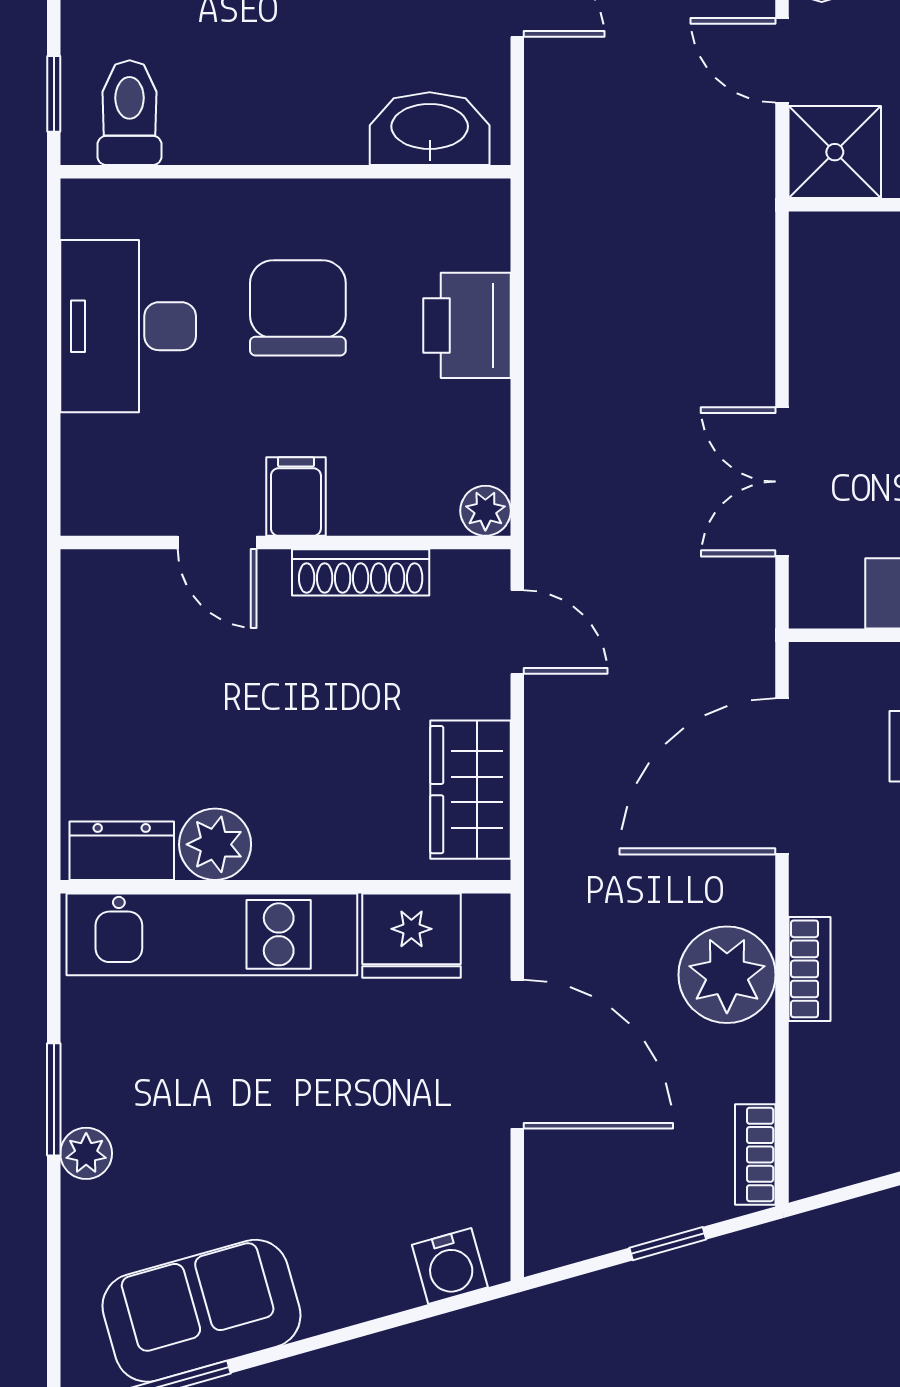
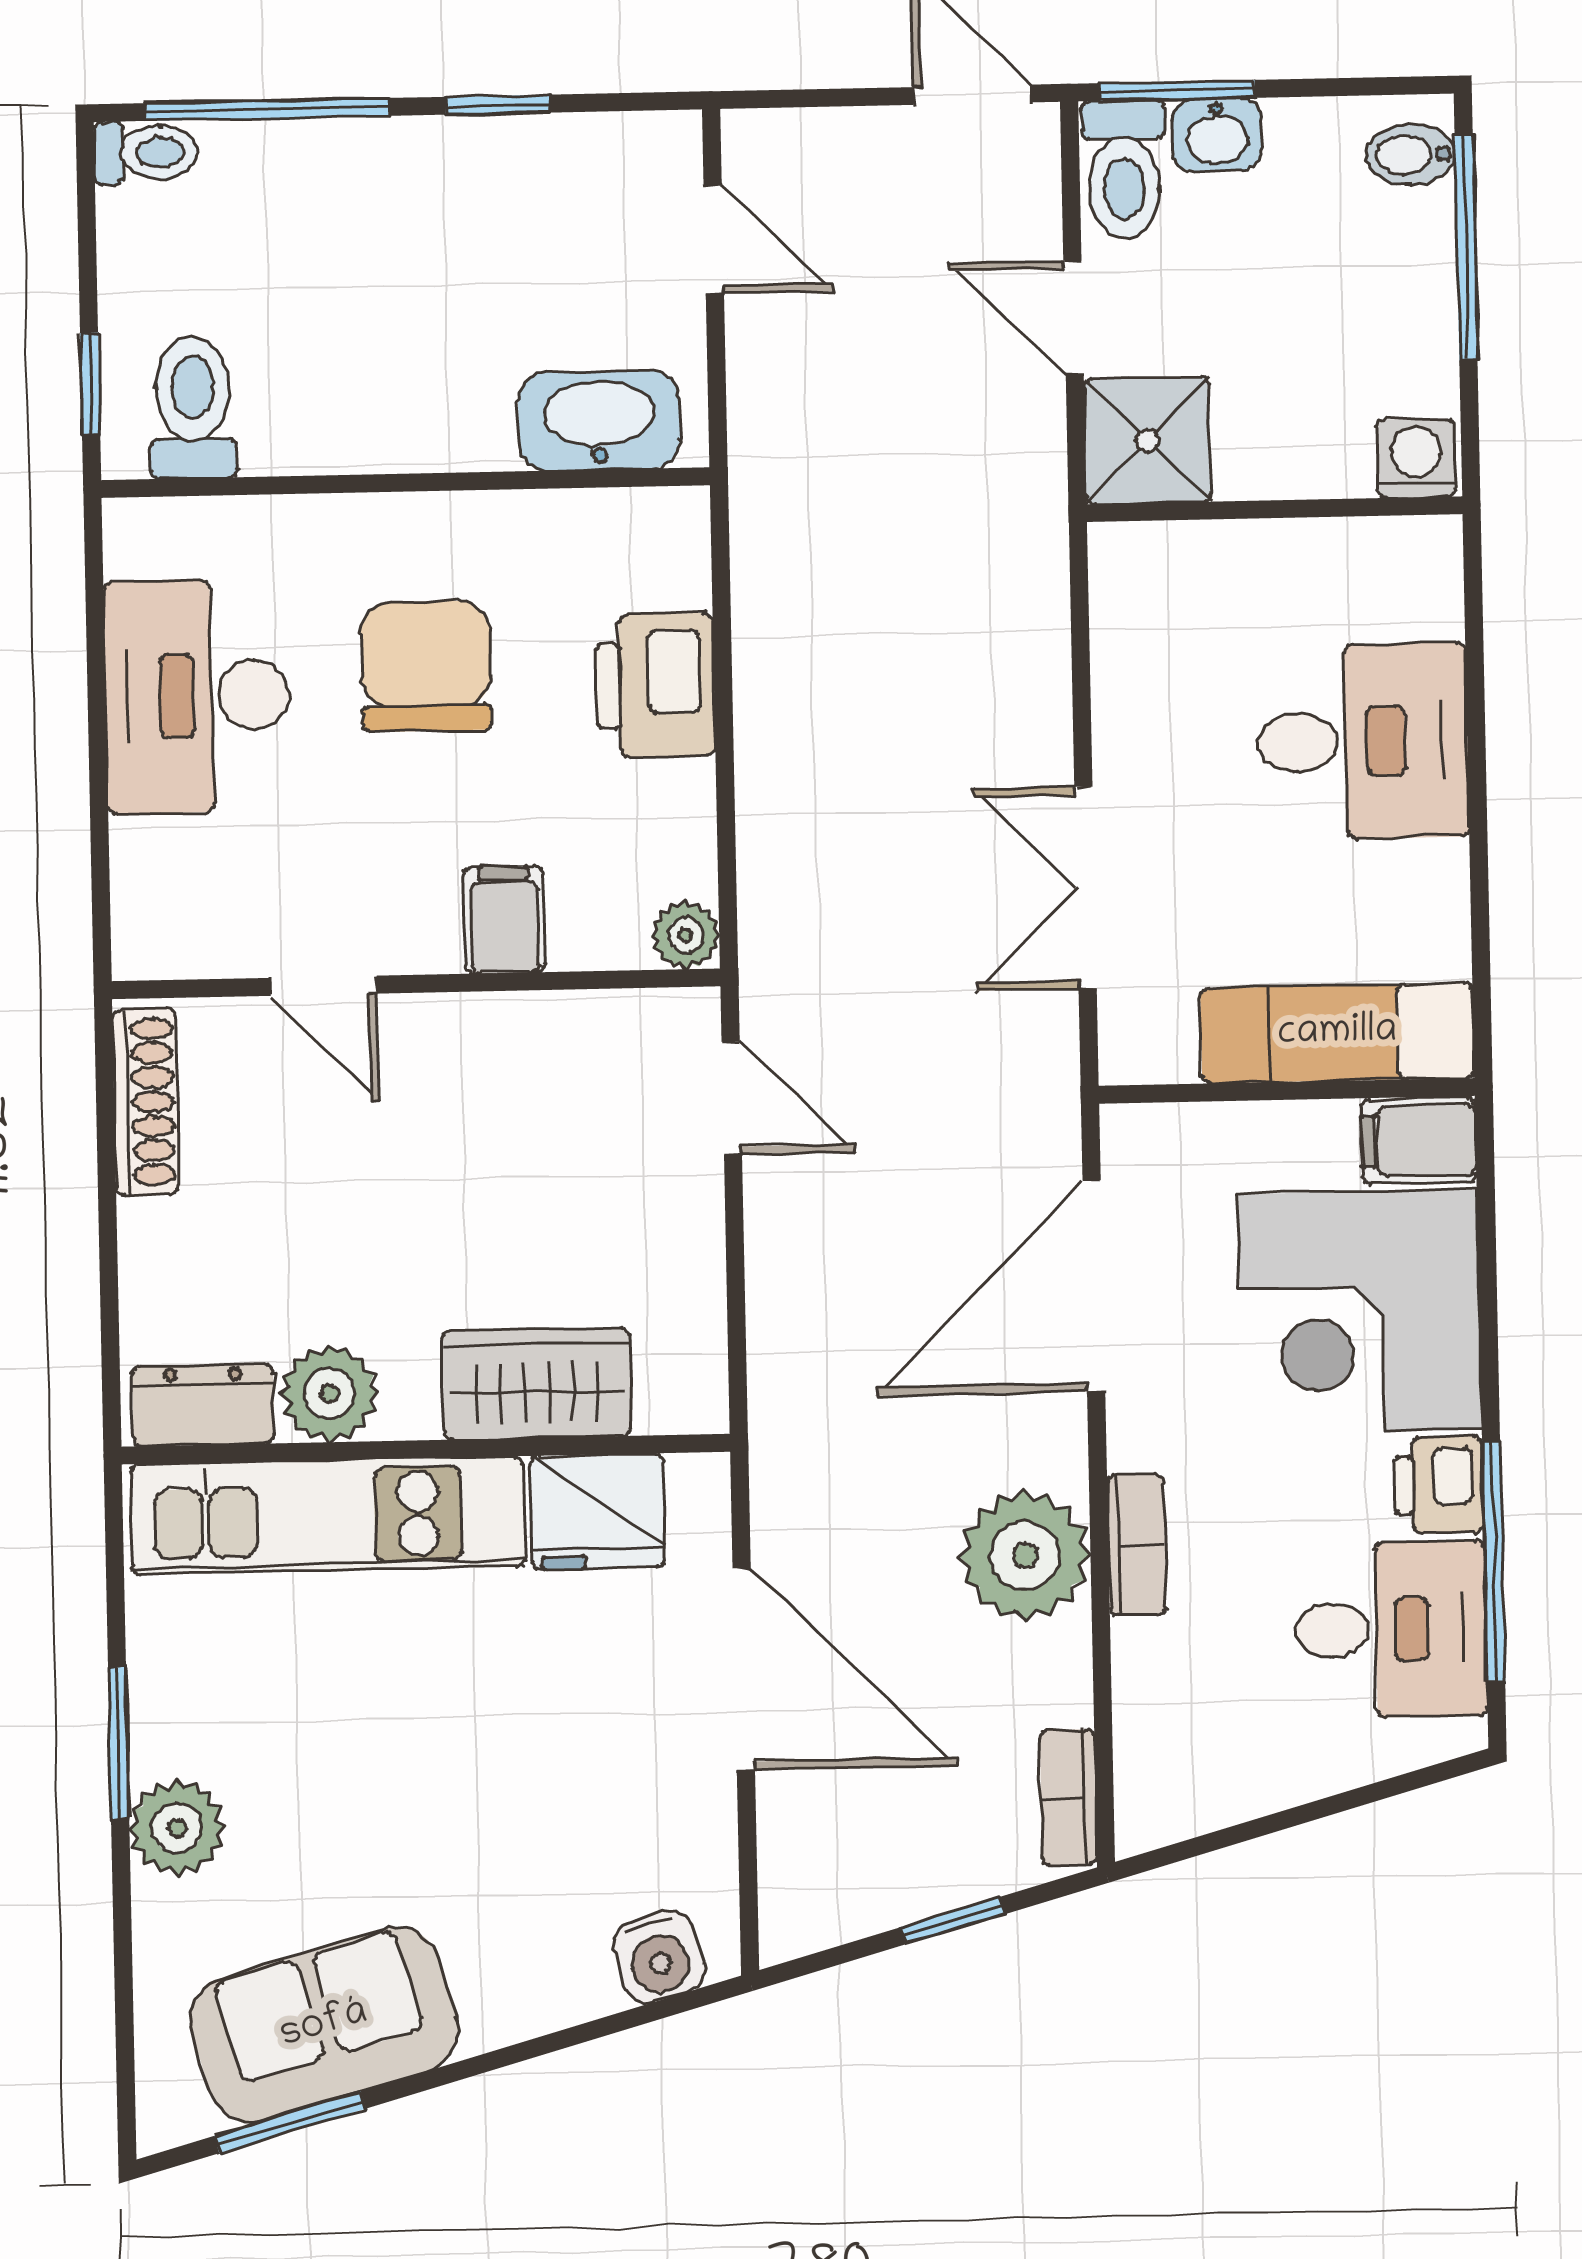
filing cabinet: (296, 497) -> (504, 920), moved
shoe rack: (361, 572) -> (146, 1102), moved, turned -90
wardrobe: (470, 790) -> (537, 1384), moved, turned 90
plant: (86, 1153) -> (177, 1828), width x1.38, depth x1.38

